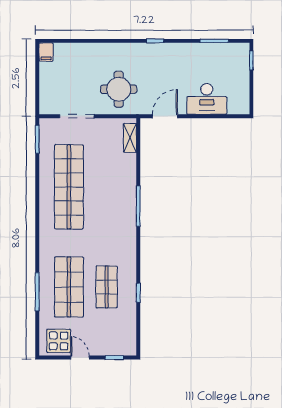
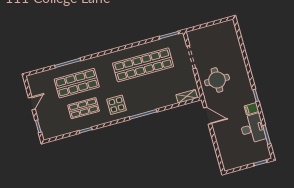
filing cabinet: (46, 52) -> (252, 109), moved
desk: (207, 99) -> (252, 128), moved, turned 180
display table: (59, 341) -> (117, 105), moved

